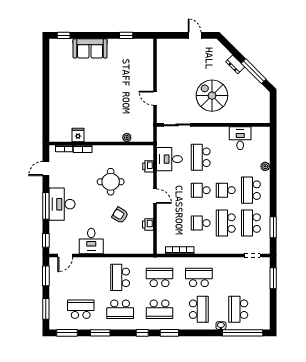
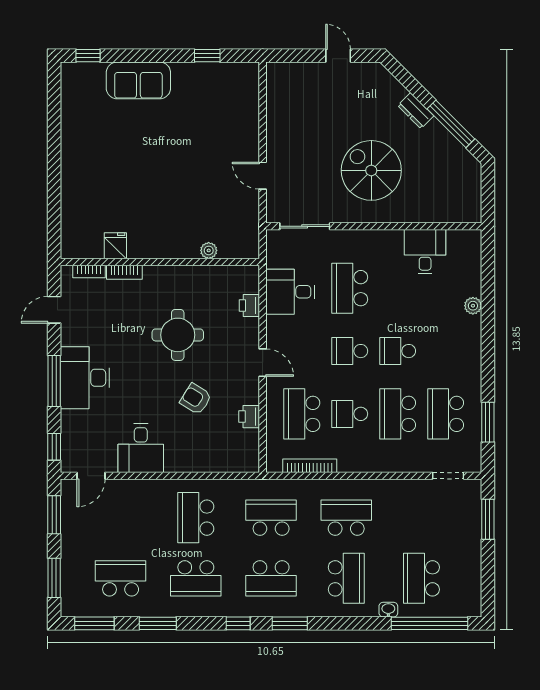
school desk: (251, 190) -> (302, 414), moved

